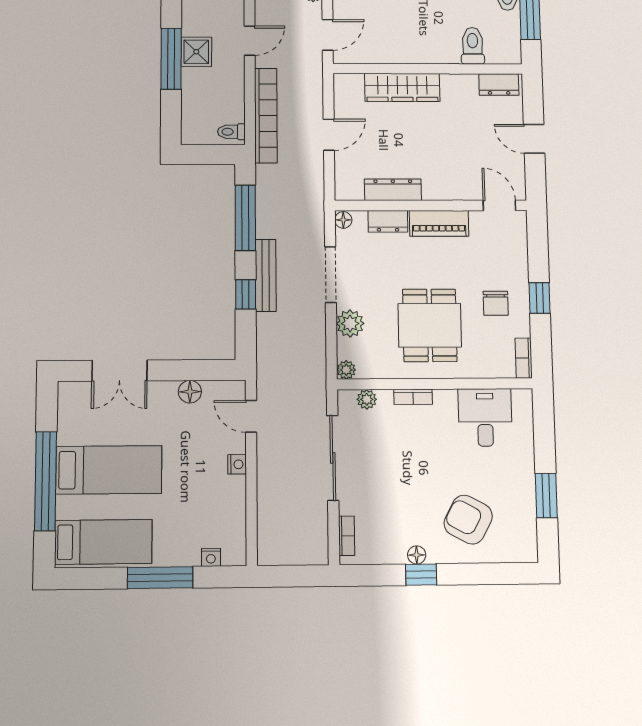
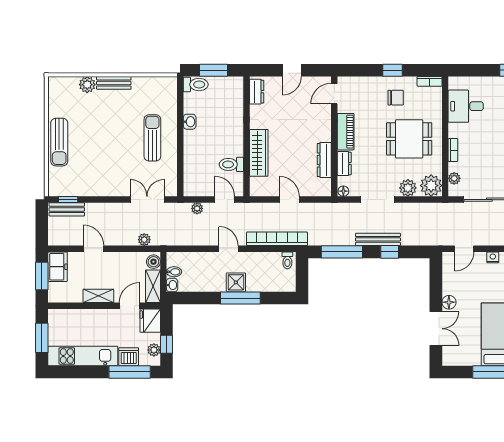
toilet: (473, 46) -> (231, 164), moved
plant: (346, 370) -> (431, 186), width x1.87, depth x1.87
floor lamp: (190, 392) -> (449, 302), moved

